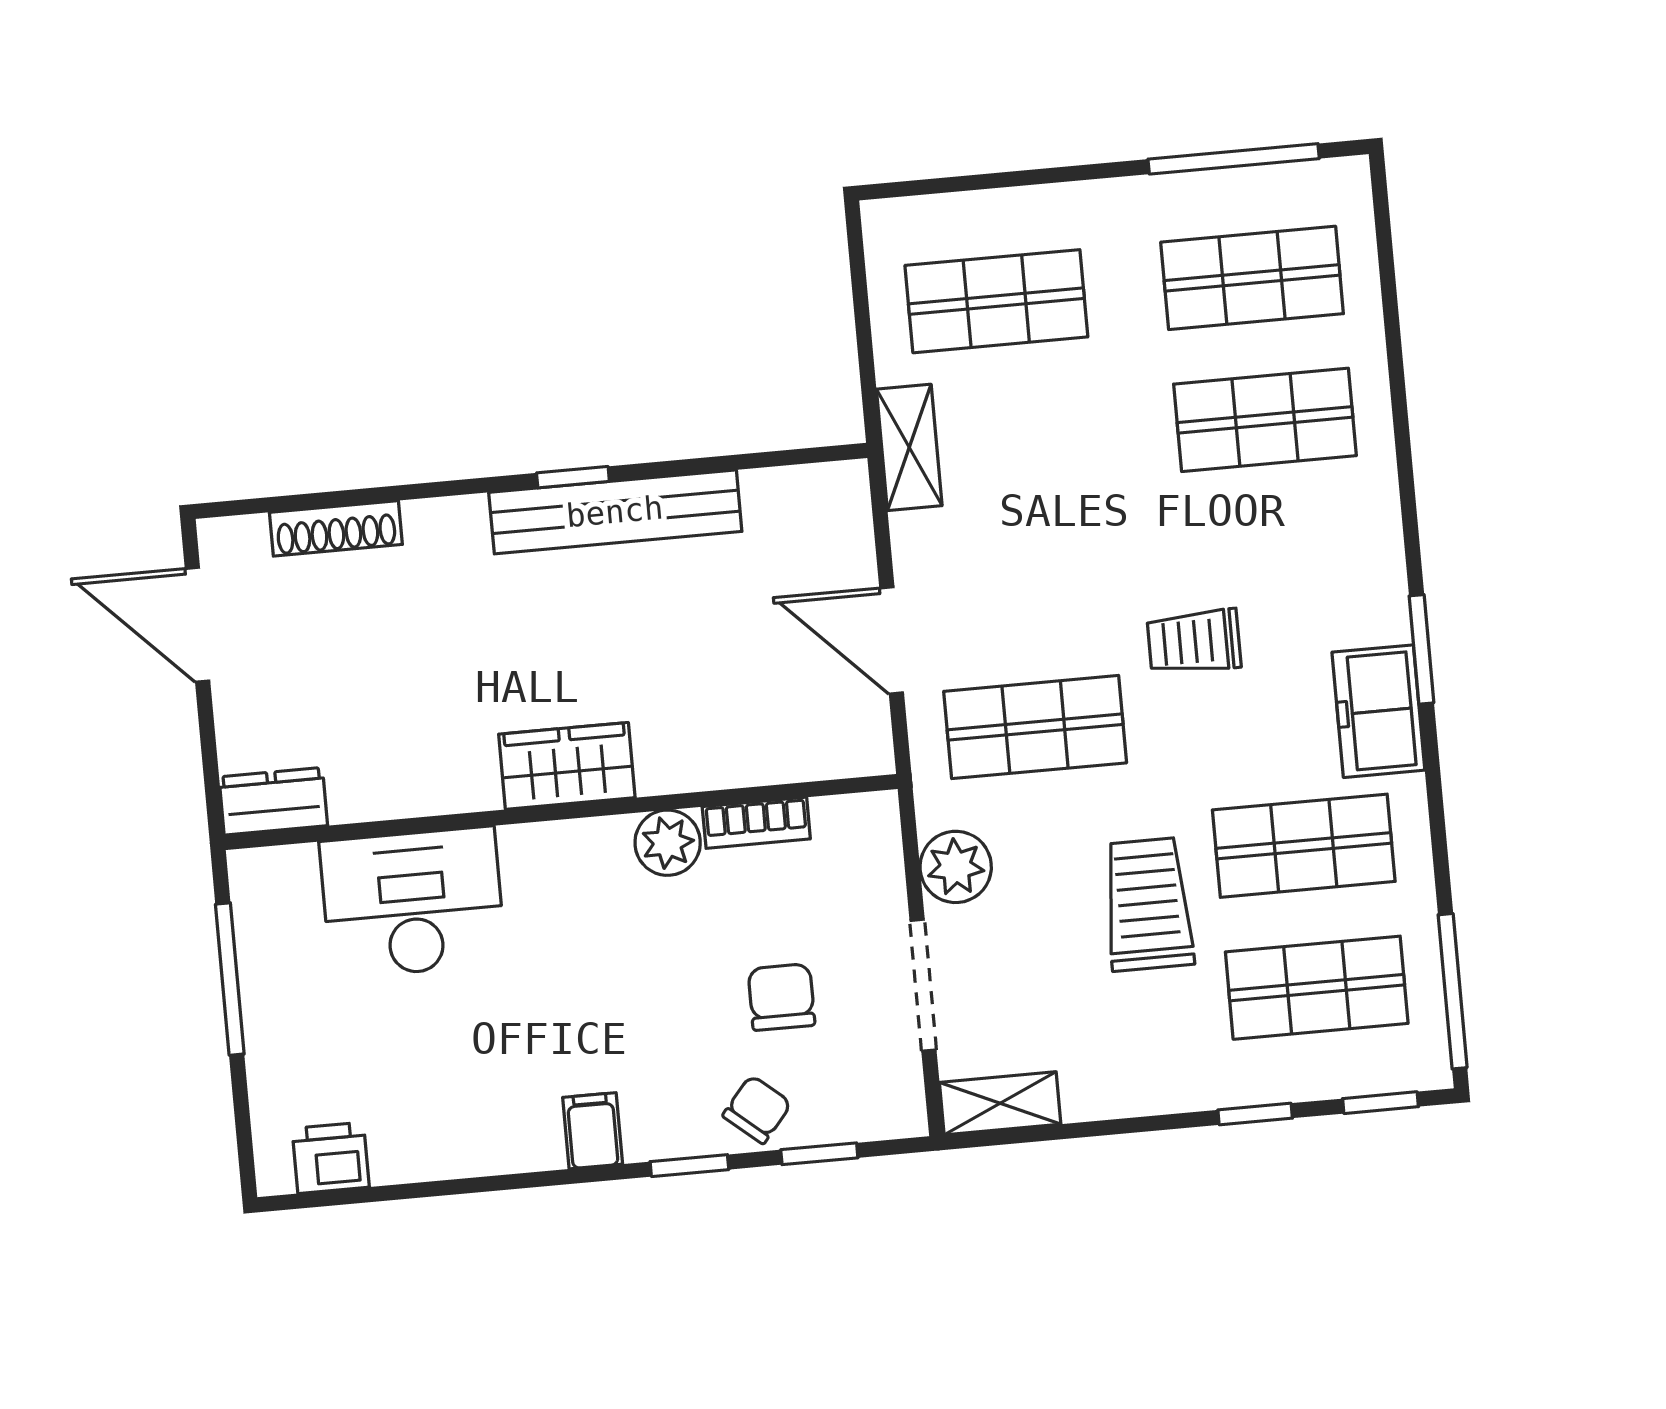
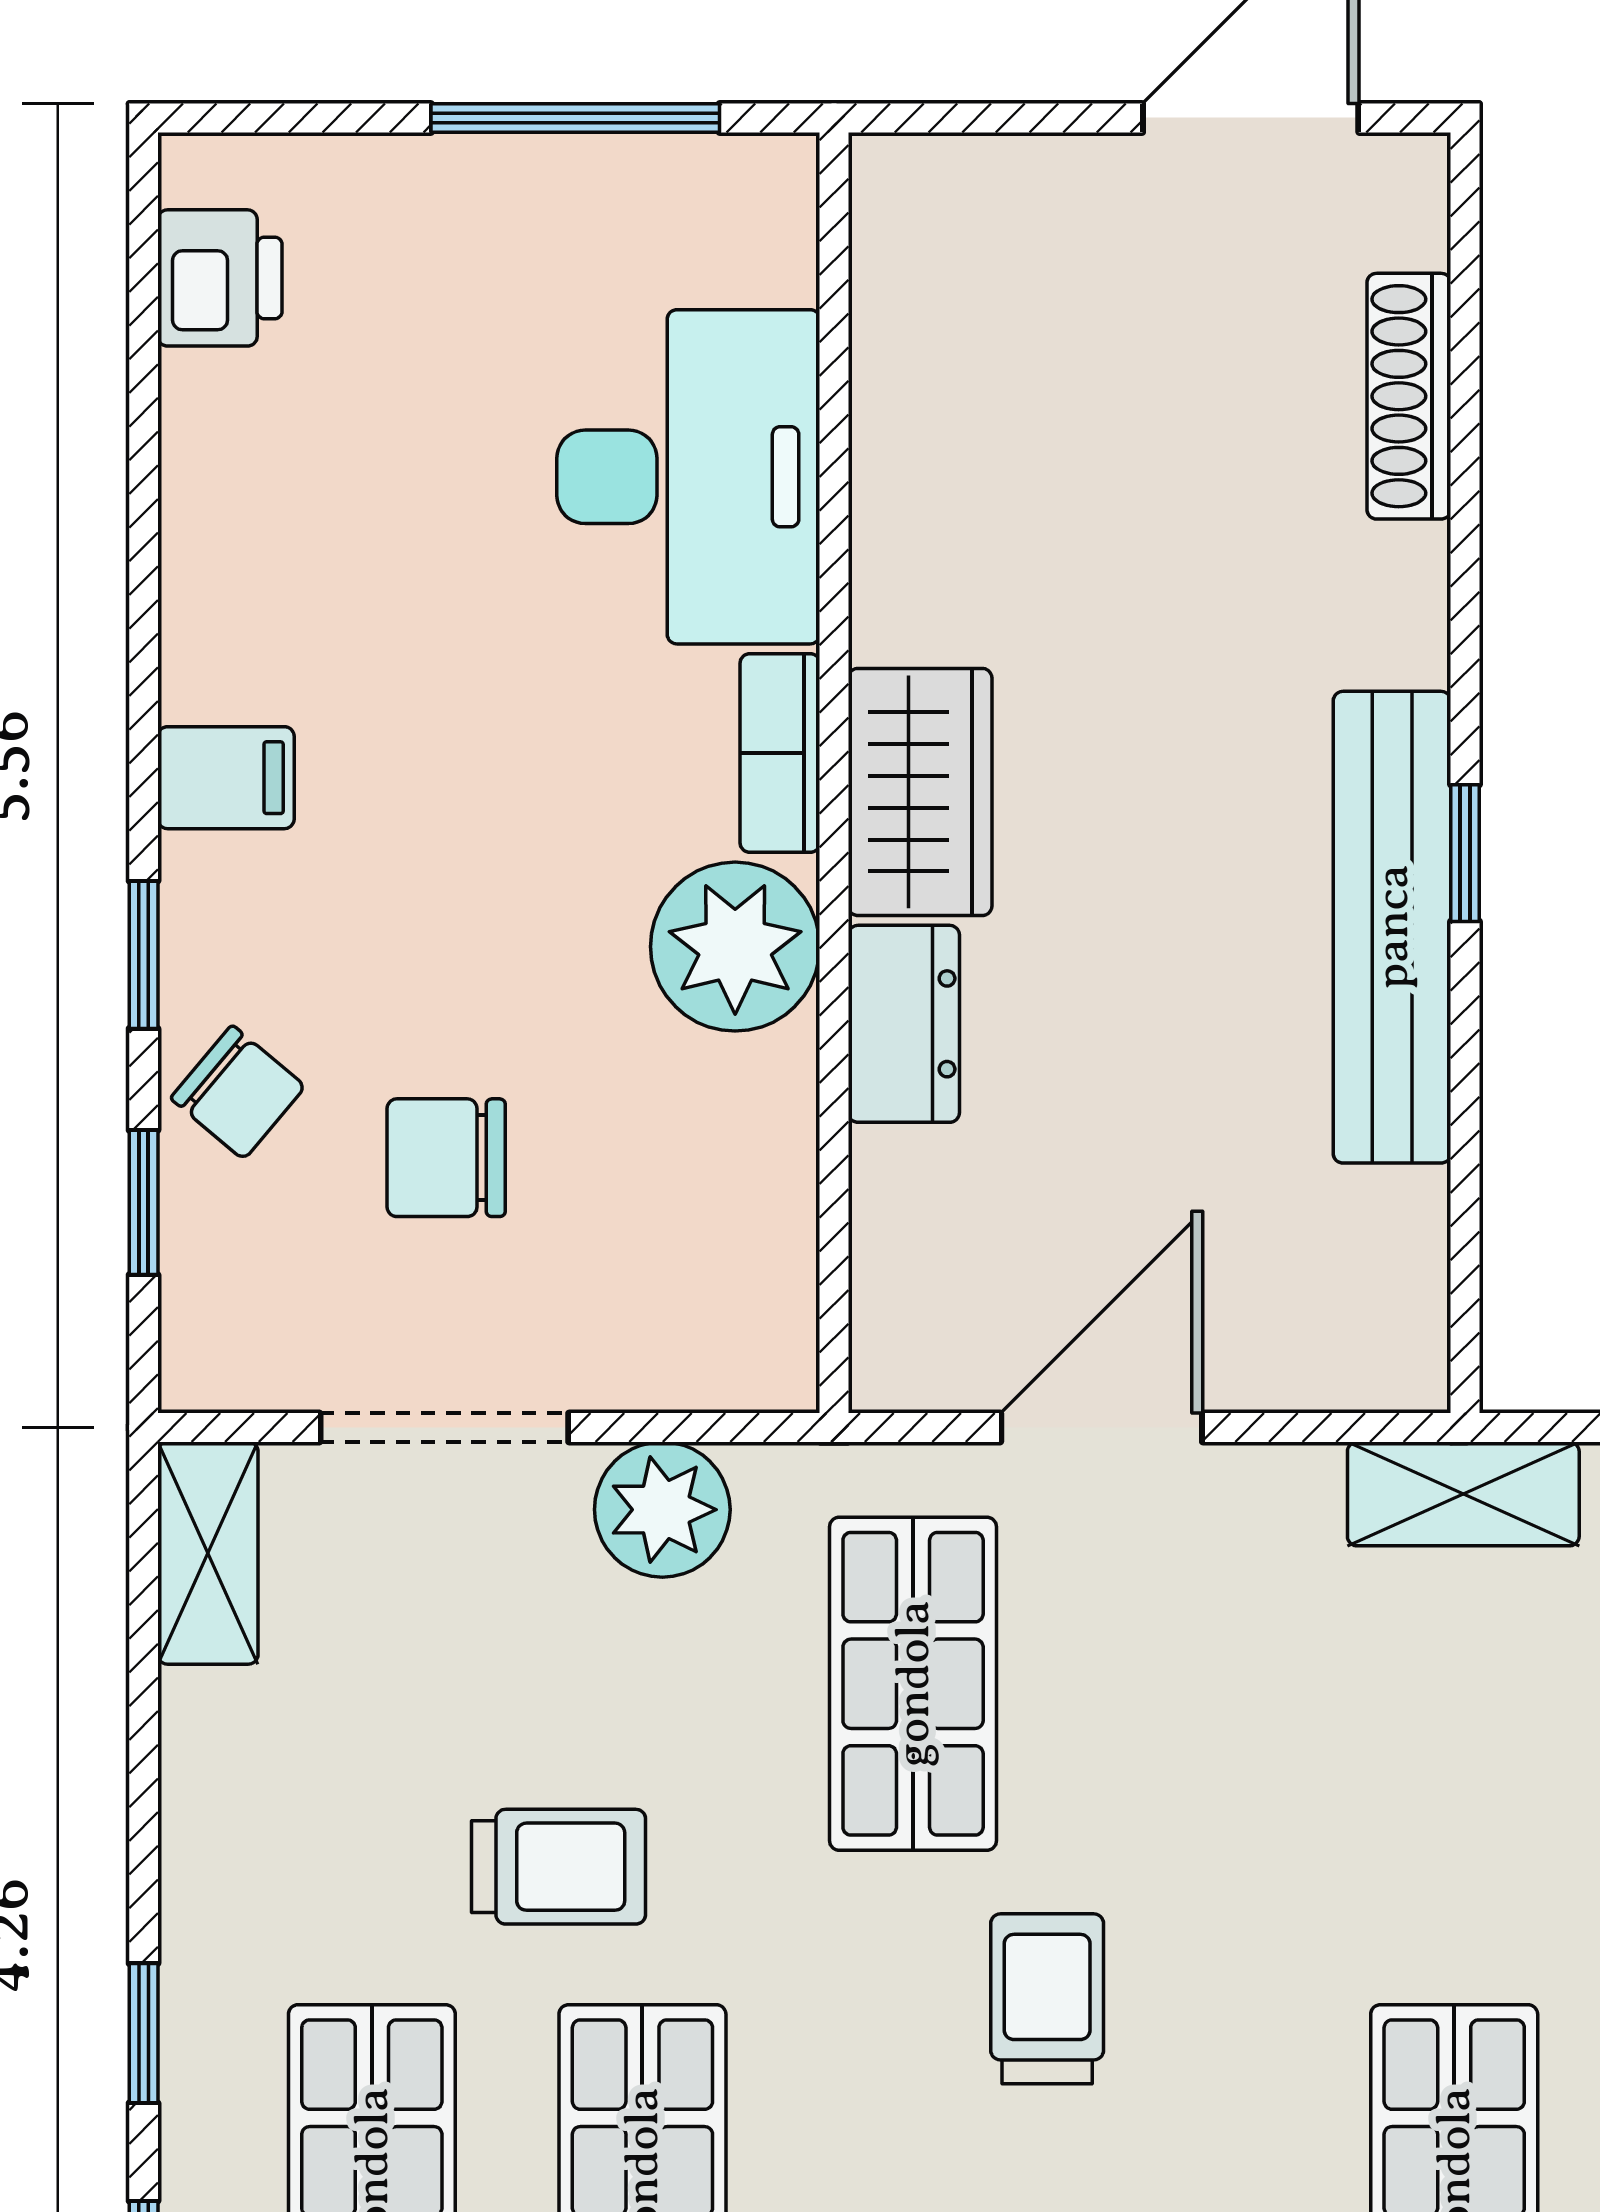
dresser: (273, 801) -> (904, 1024), moved
bookcase: (756, 823) -> (780, 753), moved
plant: (668, 843) -> (735, 947), width x1.36, depth x1.36
trolley: (1148, 904) -> (559, 1867), width x0.73, depth x0.72
chair: (781, 997) -> (446, 1158), turned 180

